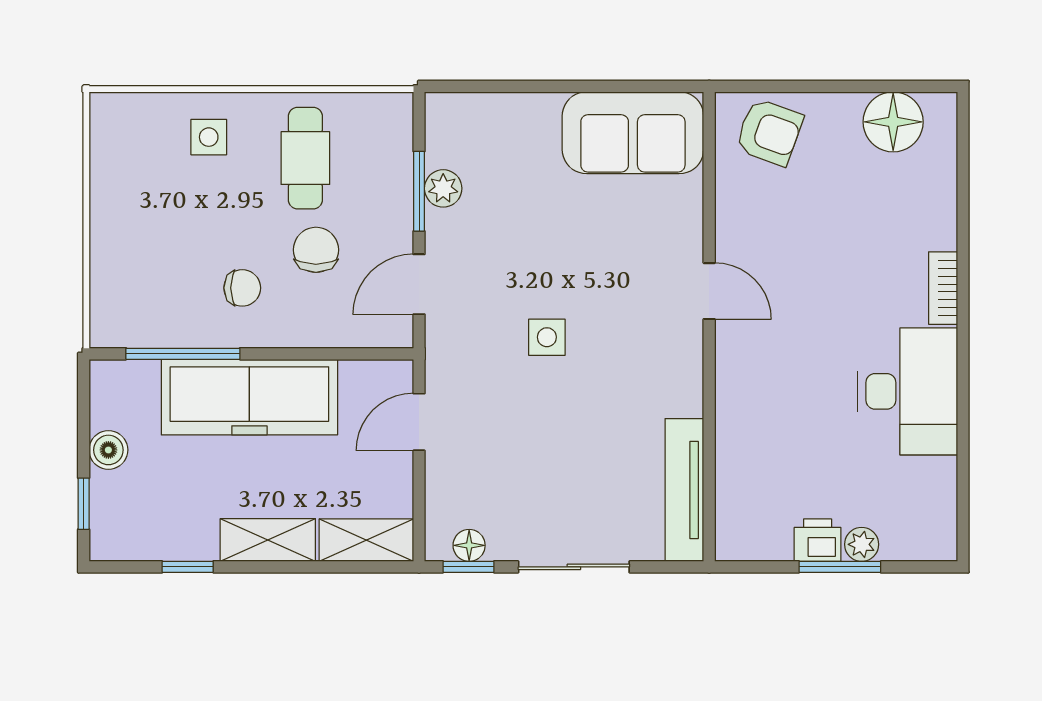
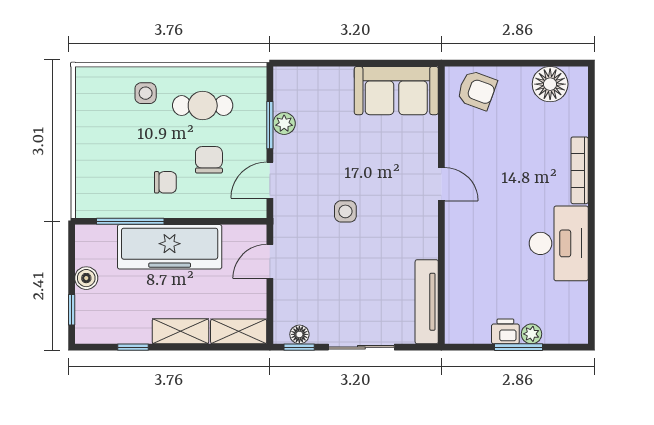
cafe table: (305, 158) -> (203, 106), turned 90
bookcase: (943, 288) -> (580, 170), width x1.56

